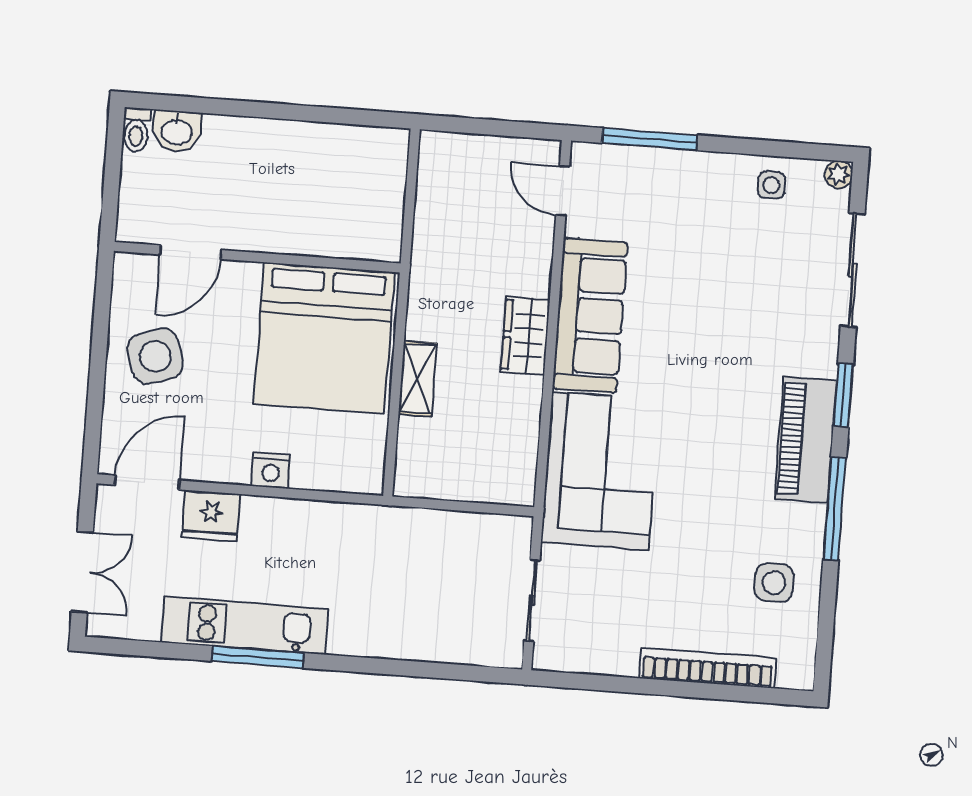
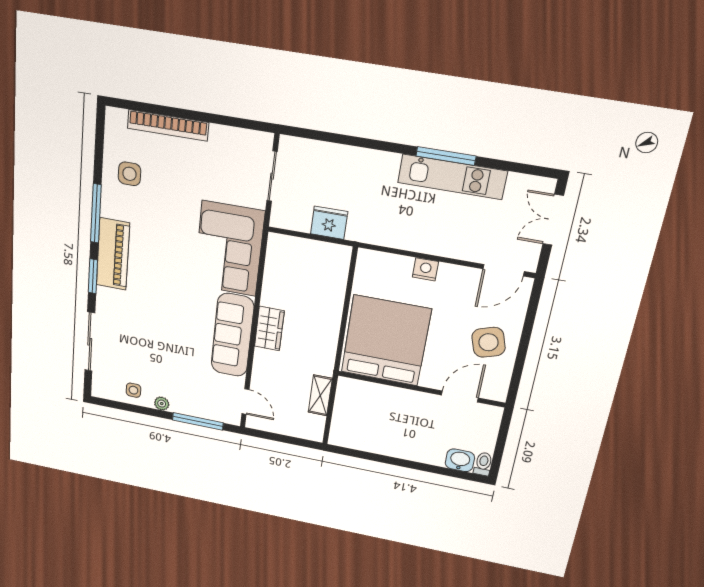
plant: (839, 175) -> (162, 404), moved
shelving: (418, 378) -> (320, 395), moved
fridge: (211, 516) -> (329, 223), moved

